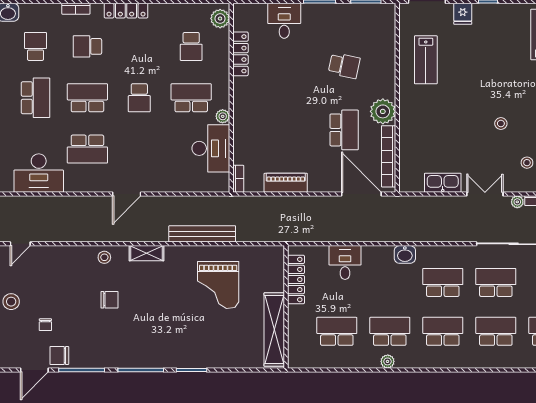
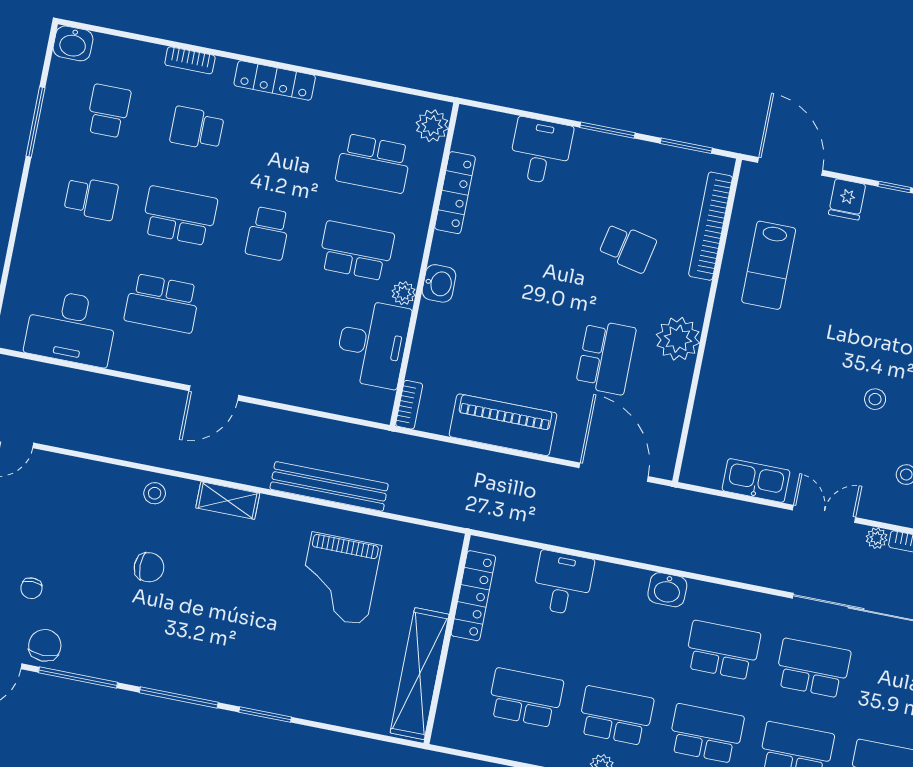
school desk: (191, 46) -> (374, 163), width x1.85
school desk: (36, 98) -> (91, 198), width x0.54
washbasin: (242, 107) -> (439, 283), added
bookcase: (389, 156) -> (710, 226), moved
piano: (286, 183) -> (503, 425), width x1.37, depth x1.33
chair: (59, 356) -> (45, 645), turned 90

